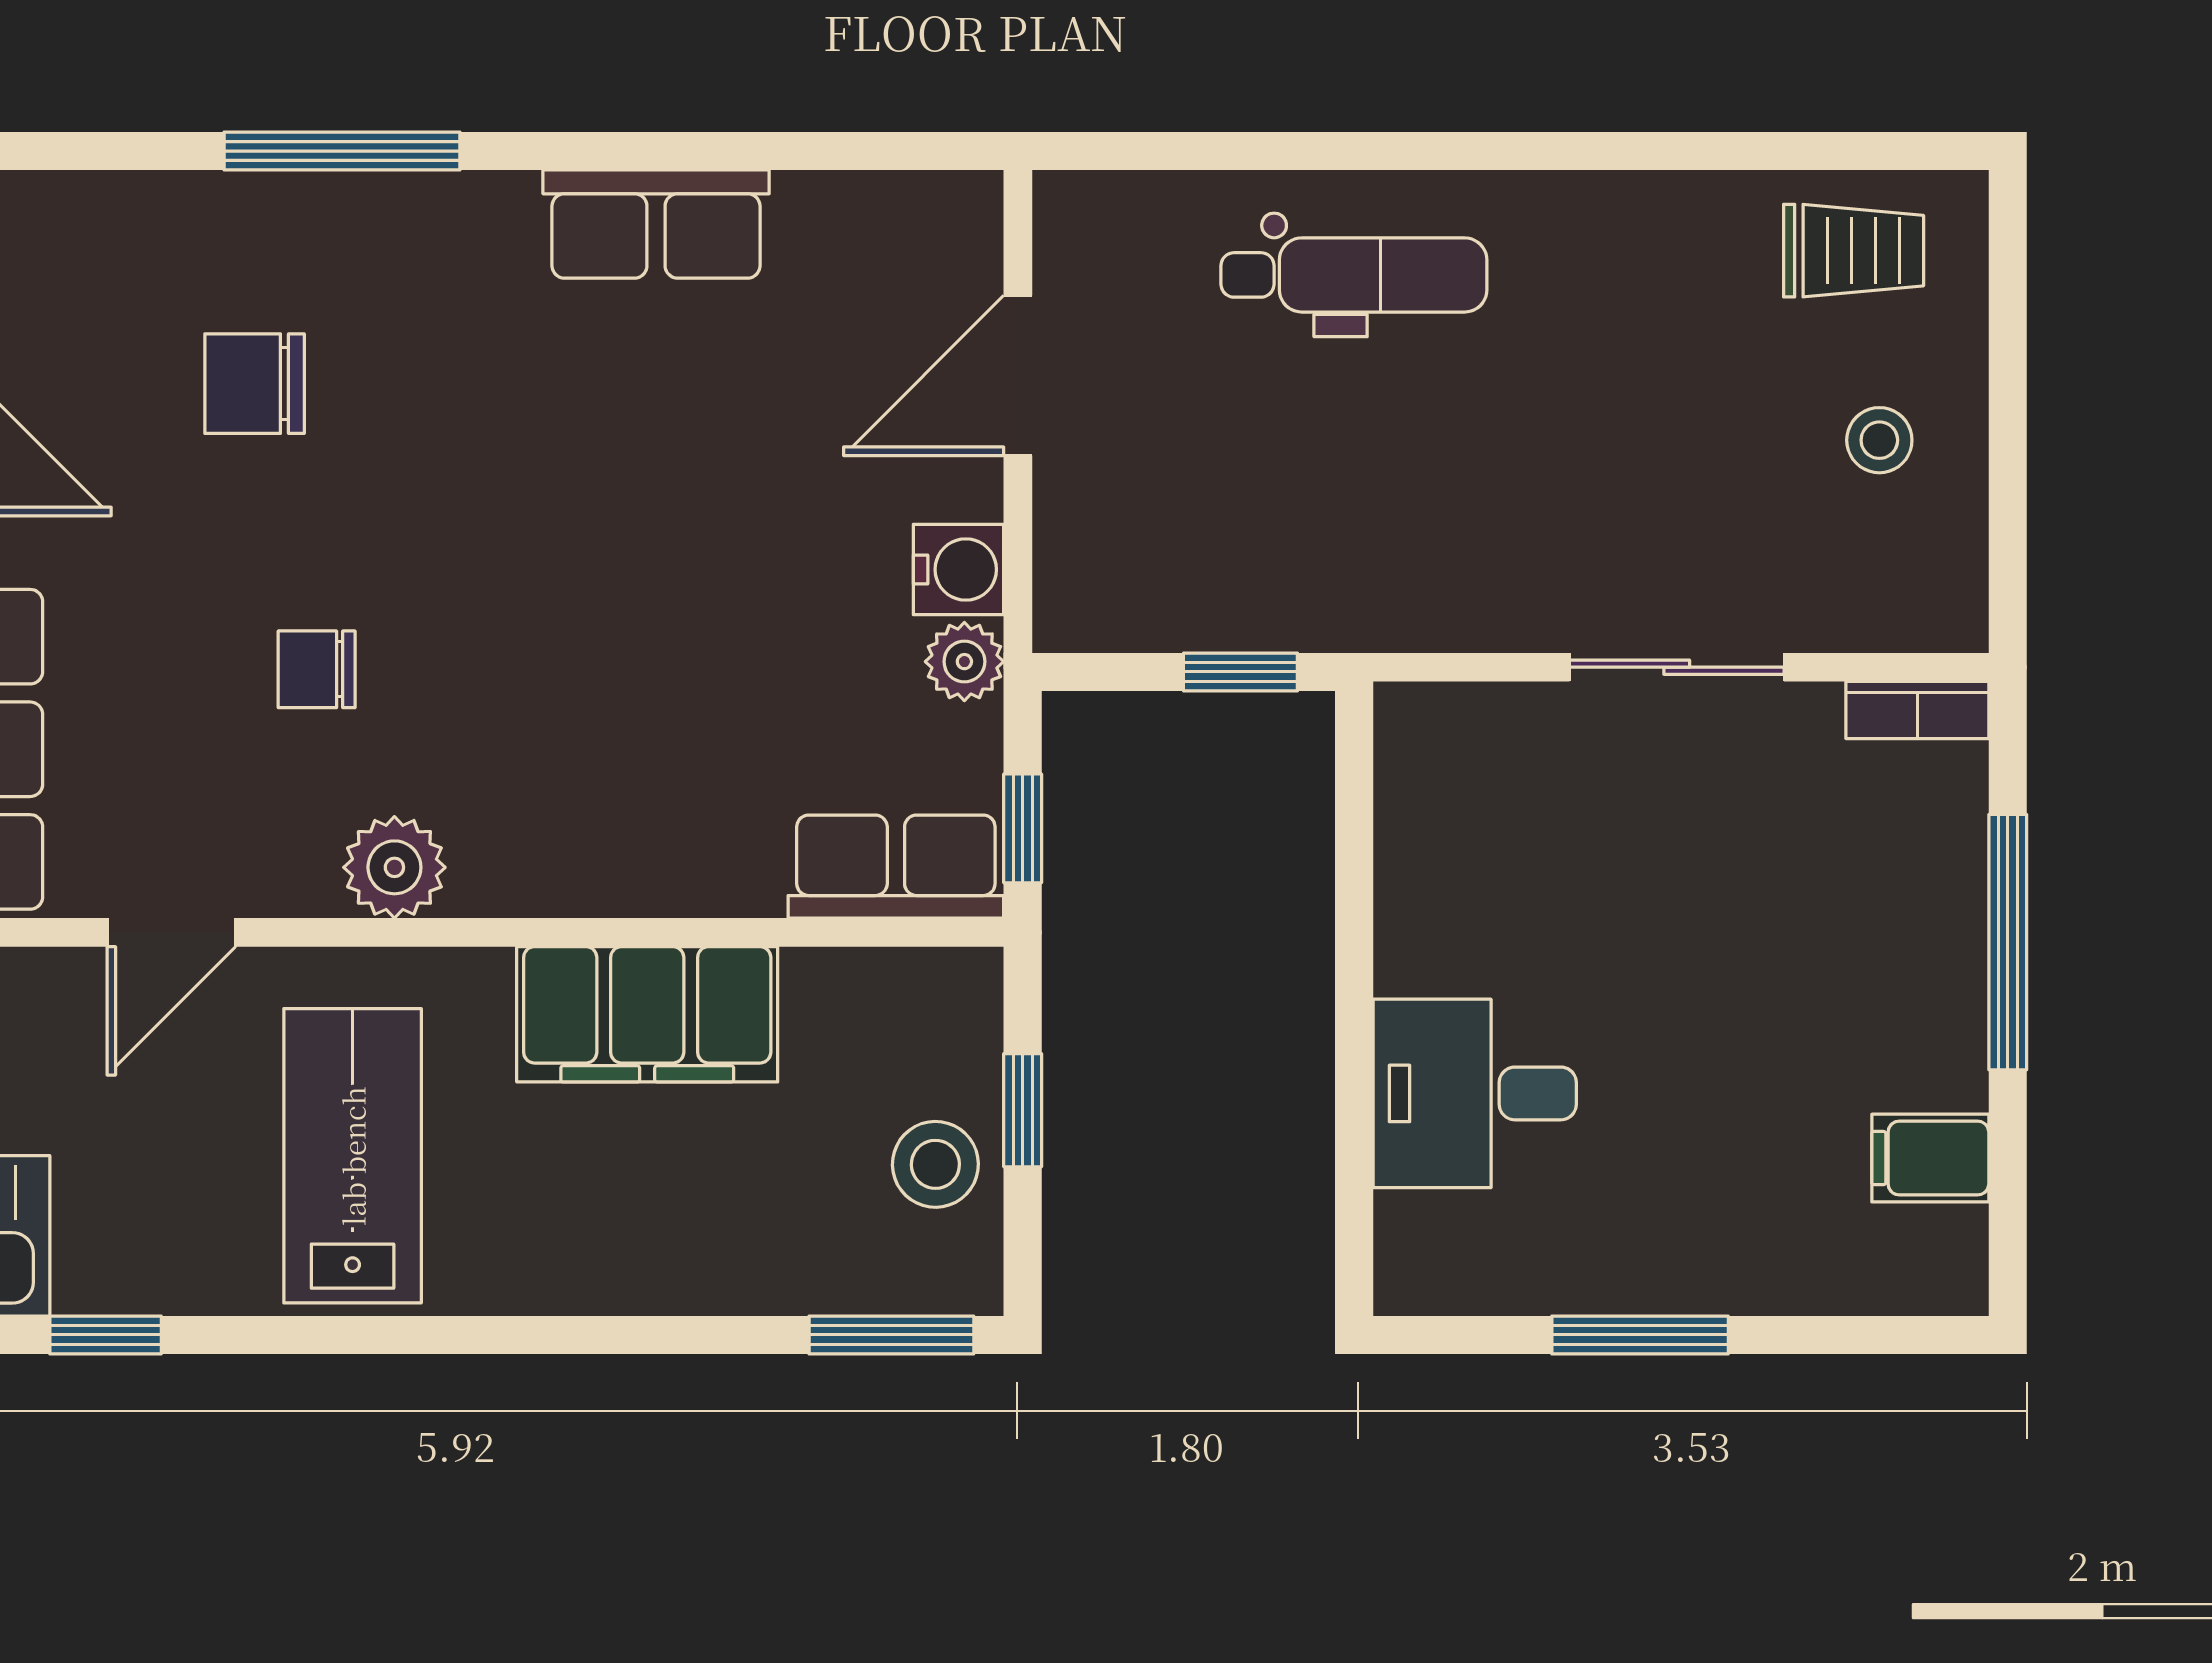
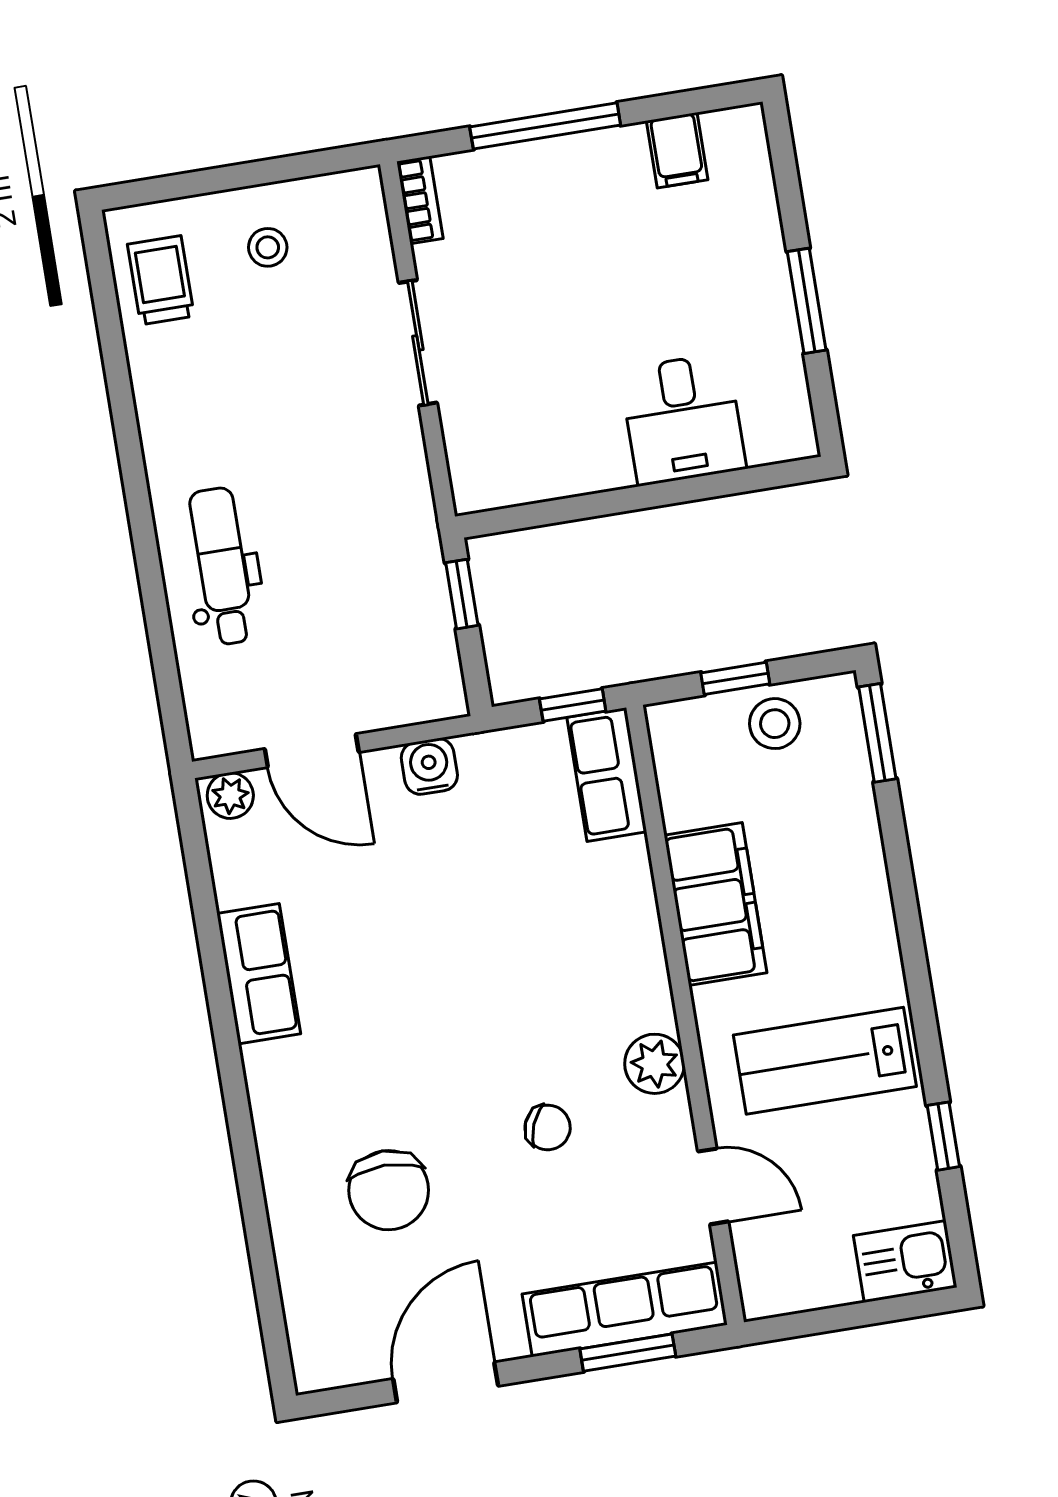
window: (342, 151) -> (246, 1162), removed
chair: (255, 384) -> (389, 1190), width x1.37, depth x1.37
plant: (964, 662) -> (230, 796), moved
chair: (317, 669) -> (548, 1127), turned -68
window: (106, 1335) -> (943, 1136), moved

